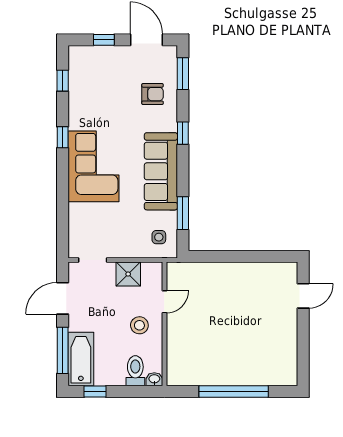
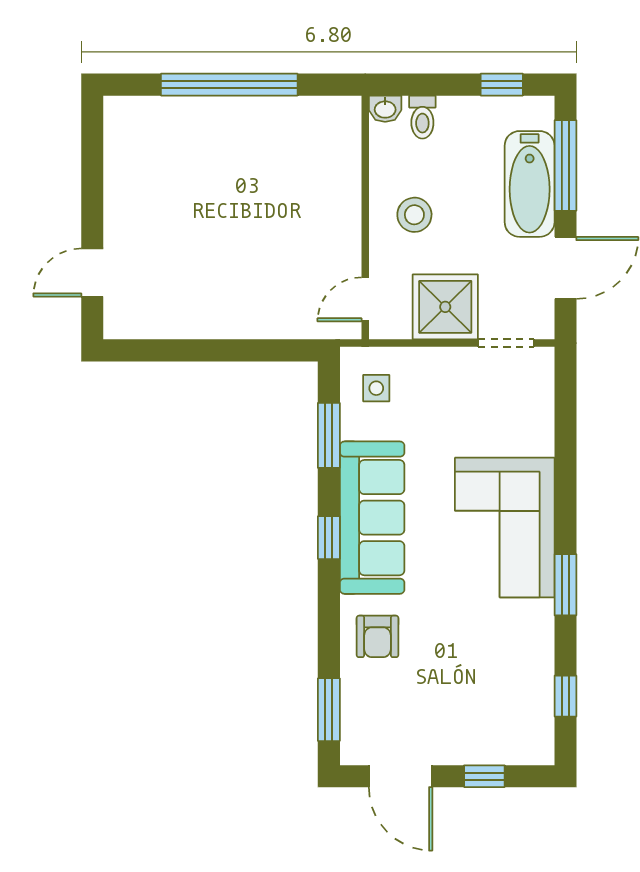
armchair: (153, 94) -> (378, 636), moved, turned -90
window: (183, 133) -> (329, 538), moved
window: (63, 137) -> (565, 585), width x1.50
shower: (128, 274) -> (445, 307), width x1.36, depth x1.36
door: (164, 302) -> (365, 299), moved
bathtub: (81, 359) -> (530, 184), moved
toilet: (135, 371) -> (422, 117), width x0.73, depth x0.72

